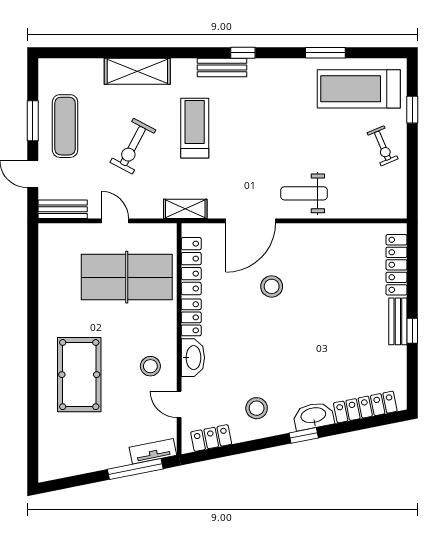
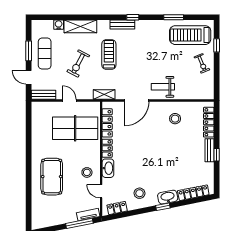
water cooler: (93, 68) -> (59, 25), added
stool: (272, 286) -> (175, 119), moved

